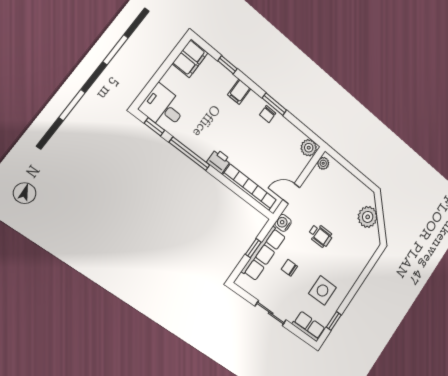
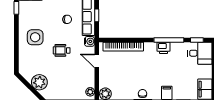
printer: (219, 161) -> (163, 48), moved
door: (291, 194) -> (97, 61), swing flipped
side table: (323, 290) -> (35, 37), moved

